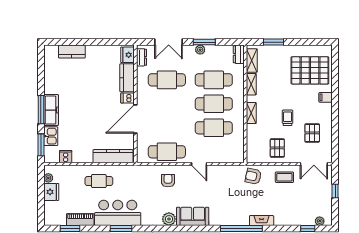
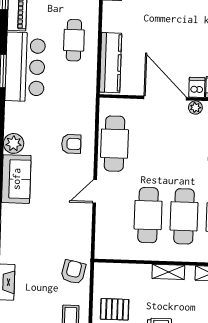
plant: (141, 99) -> (195, 108), added

